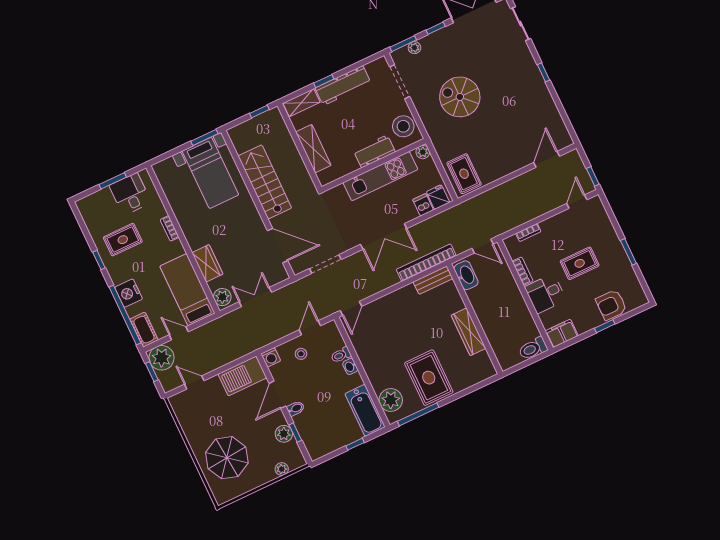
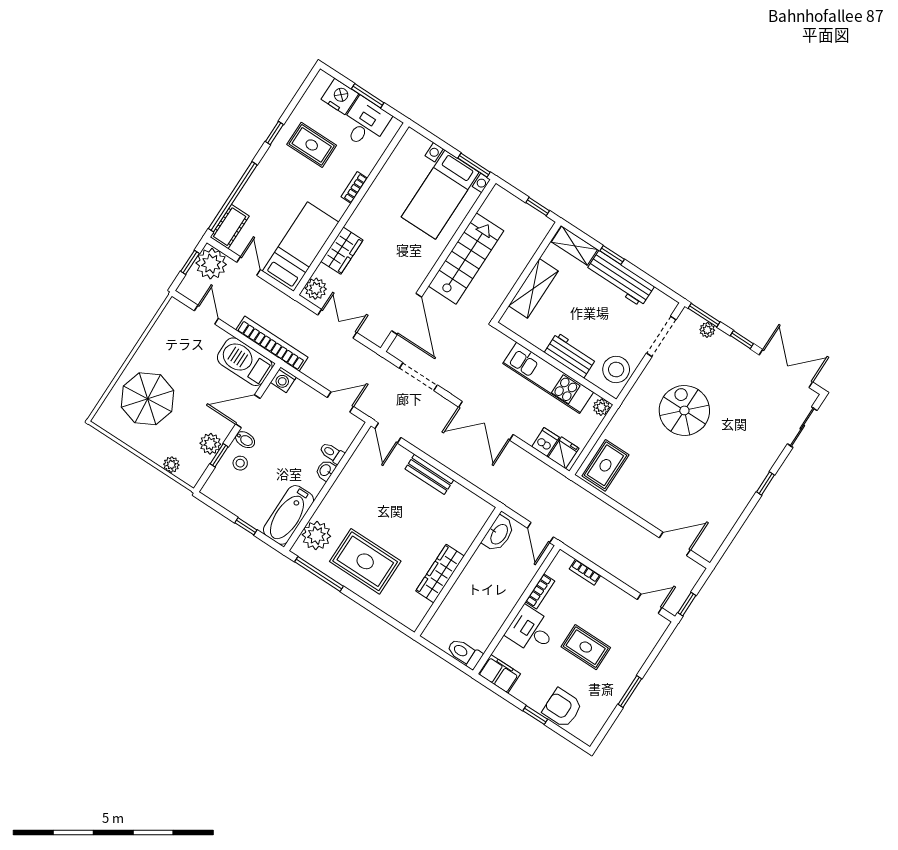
bookcase: (426, 263) -> (272, 344), moved
bench: (433, 280) -> (429, 474), moved
nightstand: (129, 293) -> (340, 96), moved, turned 90
door: (351, 308) -> (388, 433), hinge flipped
stool: (301, 354) -> (240, 463), moved
rug: (429, 378) -> (365, 561), turned 90

